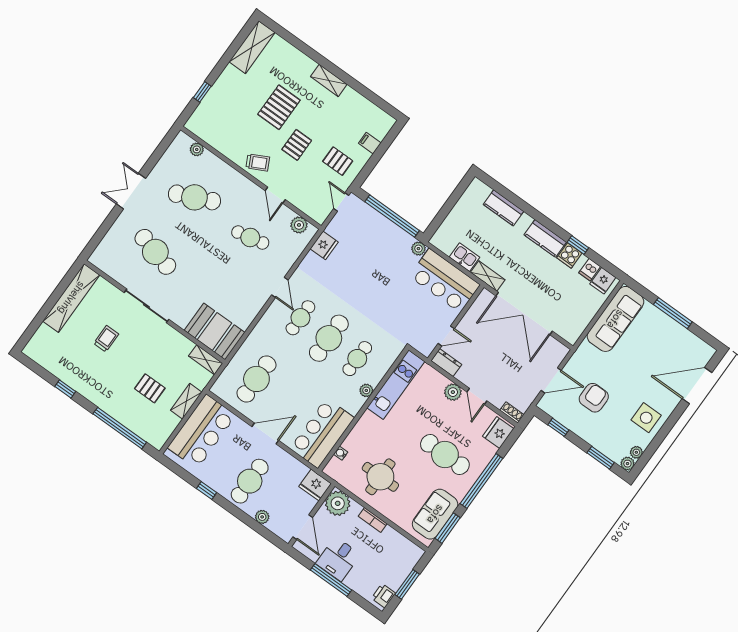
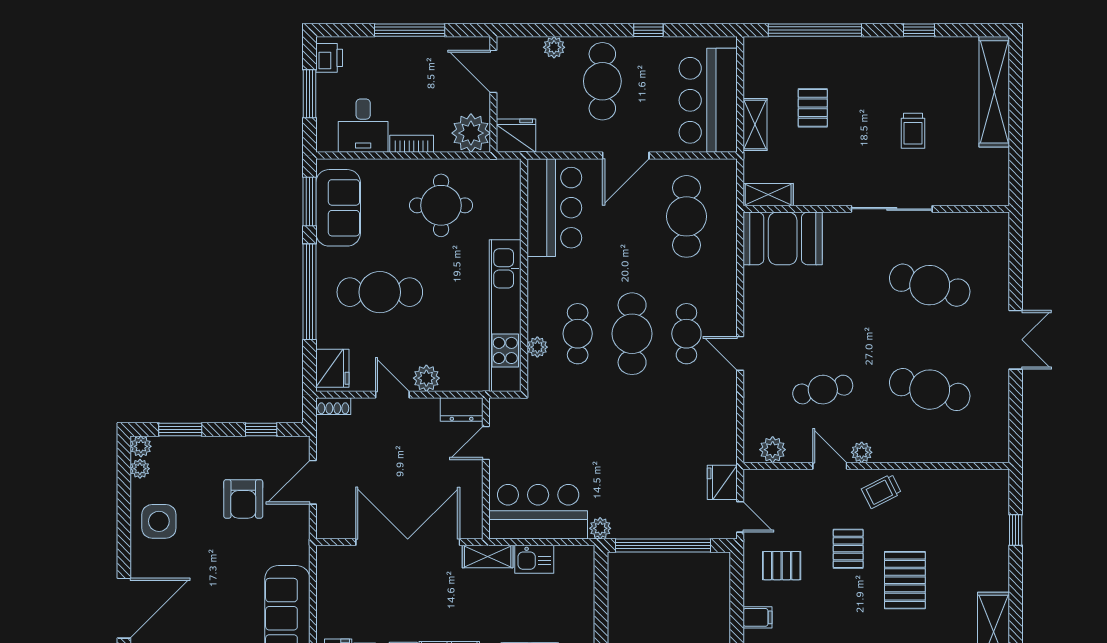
plant: (197, 149) -> (862, 452), moved
cafe table: (194, 197) -> (930, 390), turned 39
fridge: (324, 245) -> (722, 482), moved
shelving: (71, 298) -> (994, 92), moved
kitchen unit: (396, 385) -> (505, 316), width x1.36
pallet: (150, 388) -> (813, 108), turned 90
plant: (366, 390) -> (537, 347), moved
water cooler: (341, 453) -> (513, 199), removed
desk: (338, 559) -> (363, 126), moved, turned 180

